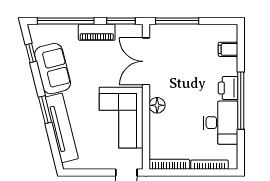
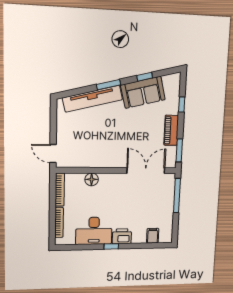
window: (66, 21) -> (182, 105), width x0.32
window: (31, 53) -> (145, 77), moved
window: (241, 101) -> (111, 246), width x0.32
floor lamp: (157, 105) -> (92, 179), moved
corner sofa: (121, 118) -> (100, 150), removed

